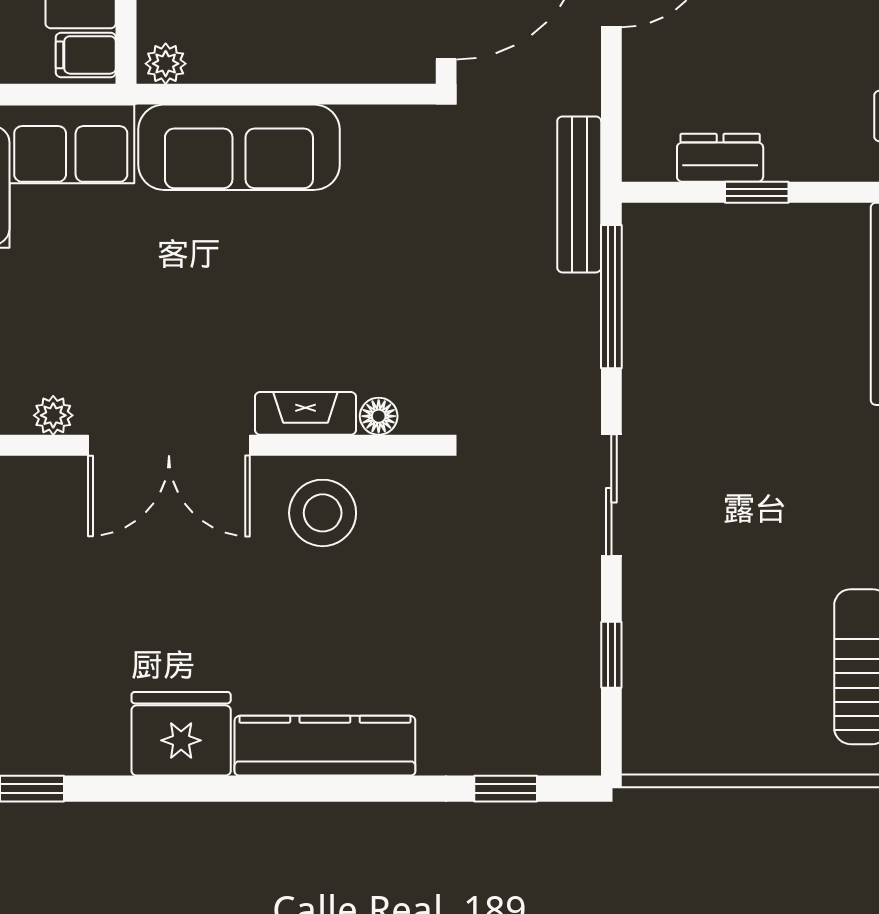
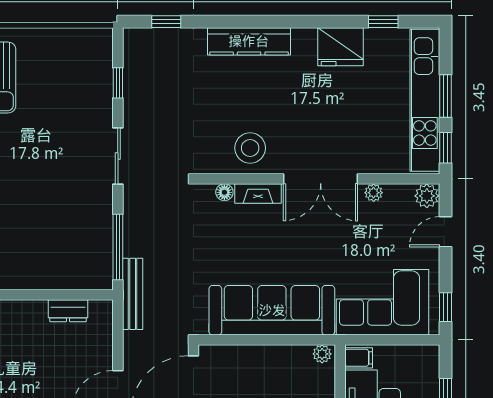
sofa: (239, 147) -> (272, 310), width x1.36, depth x1.27
window: (757, 192) -> (51, 295), removed
double door: (169, 445) -> (321, 179), swing flipped
fridge: (181, 734) -> (340, 47), moved

